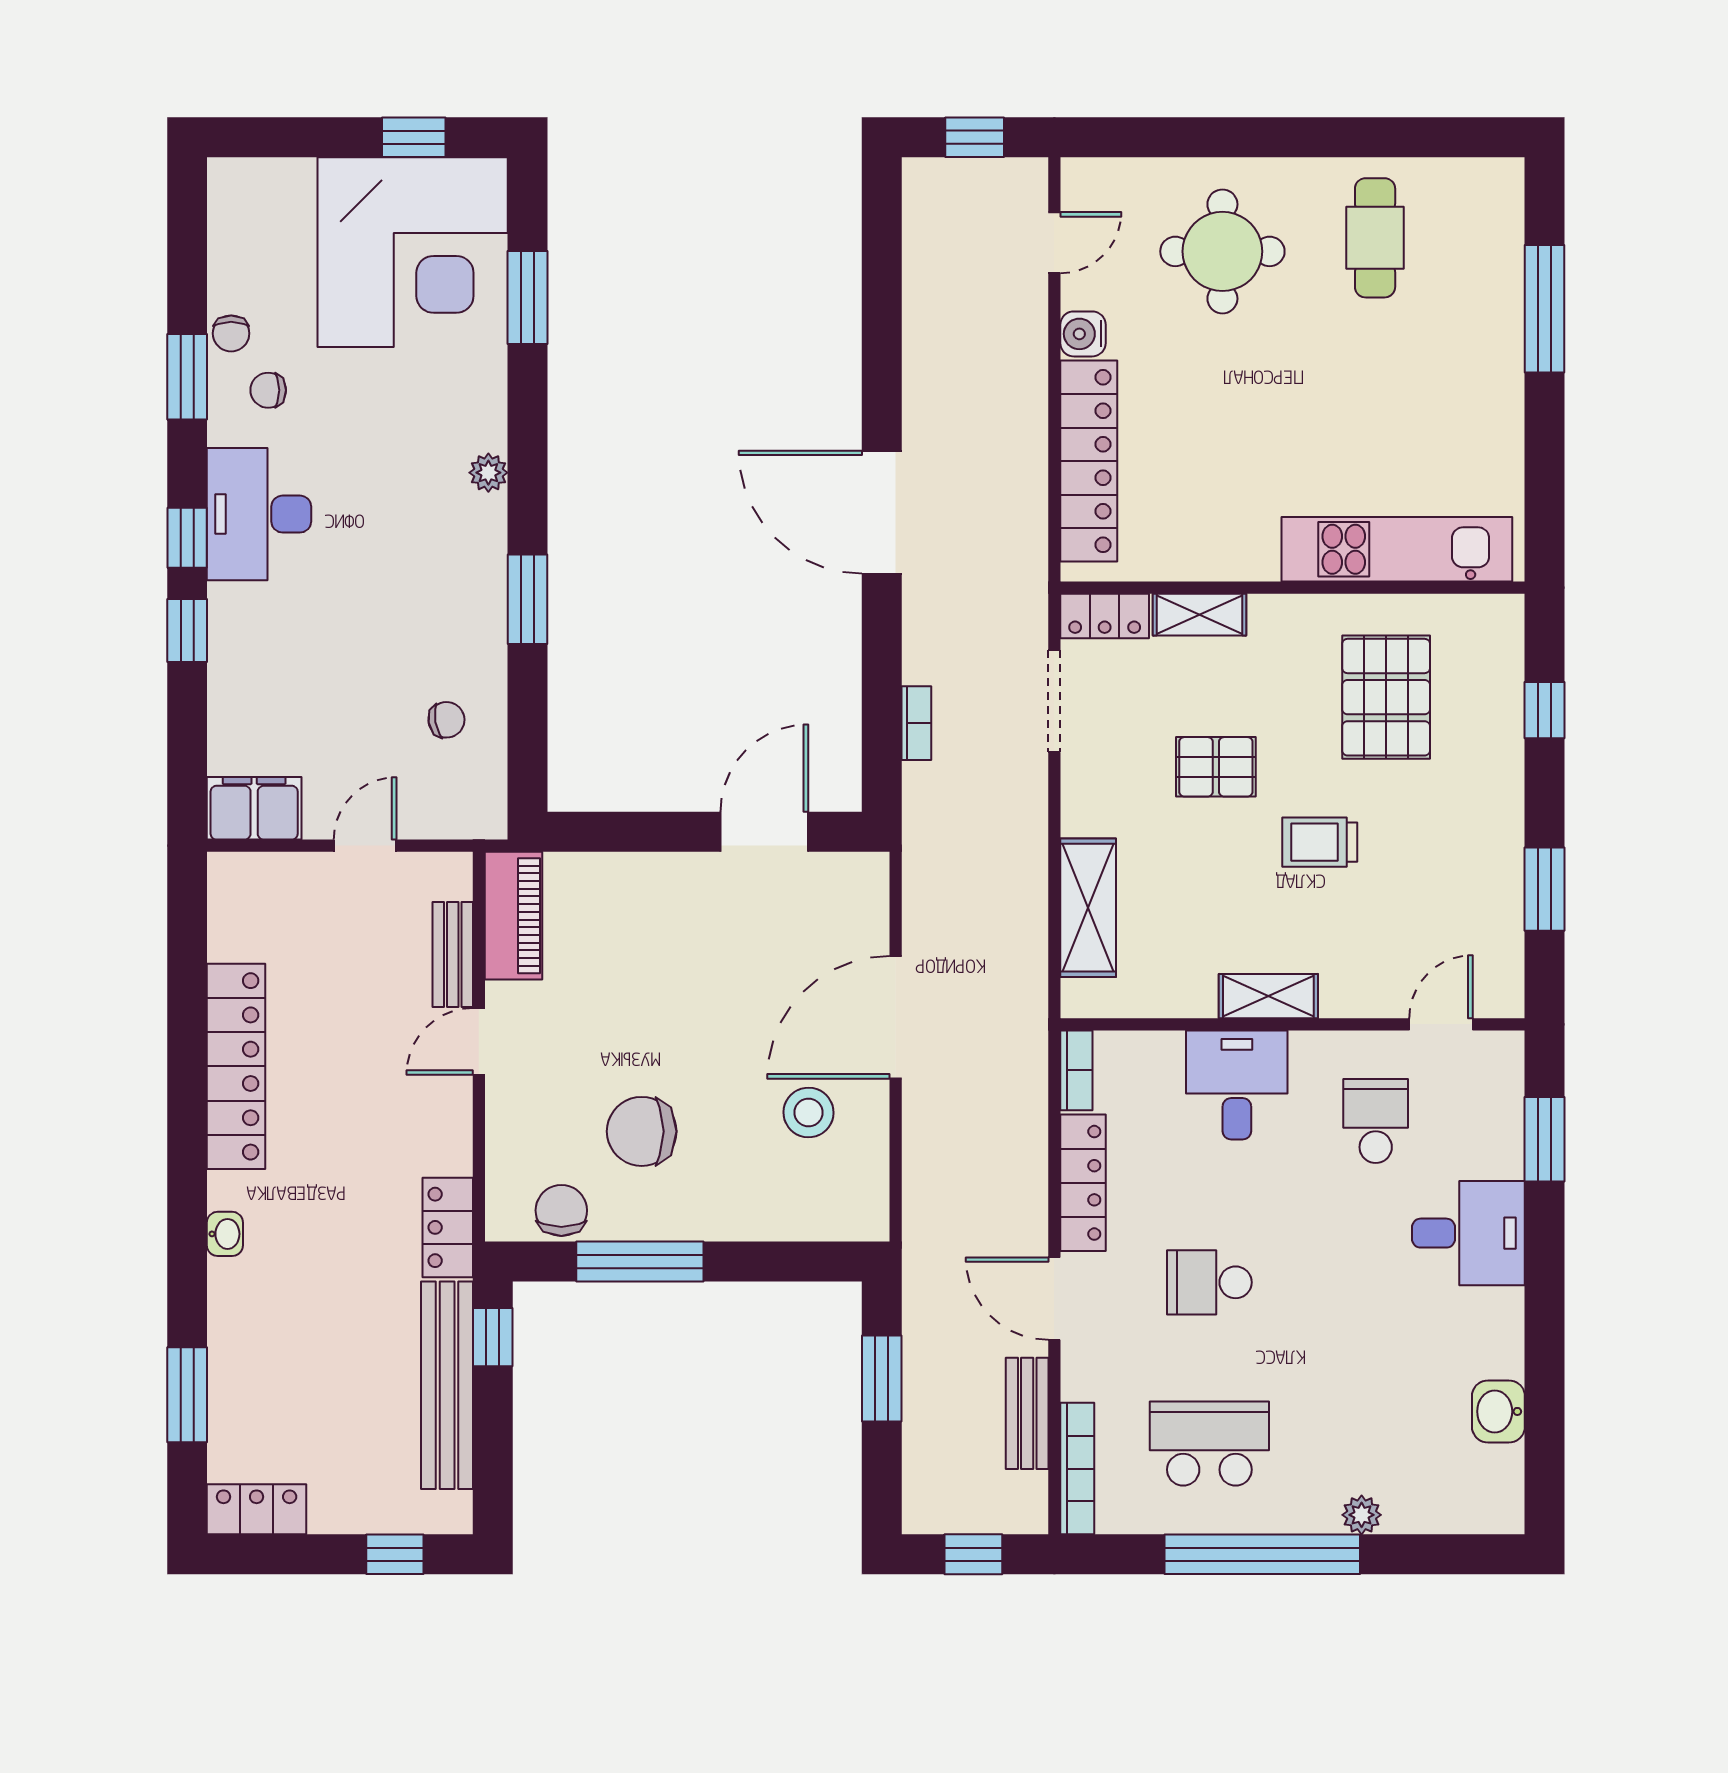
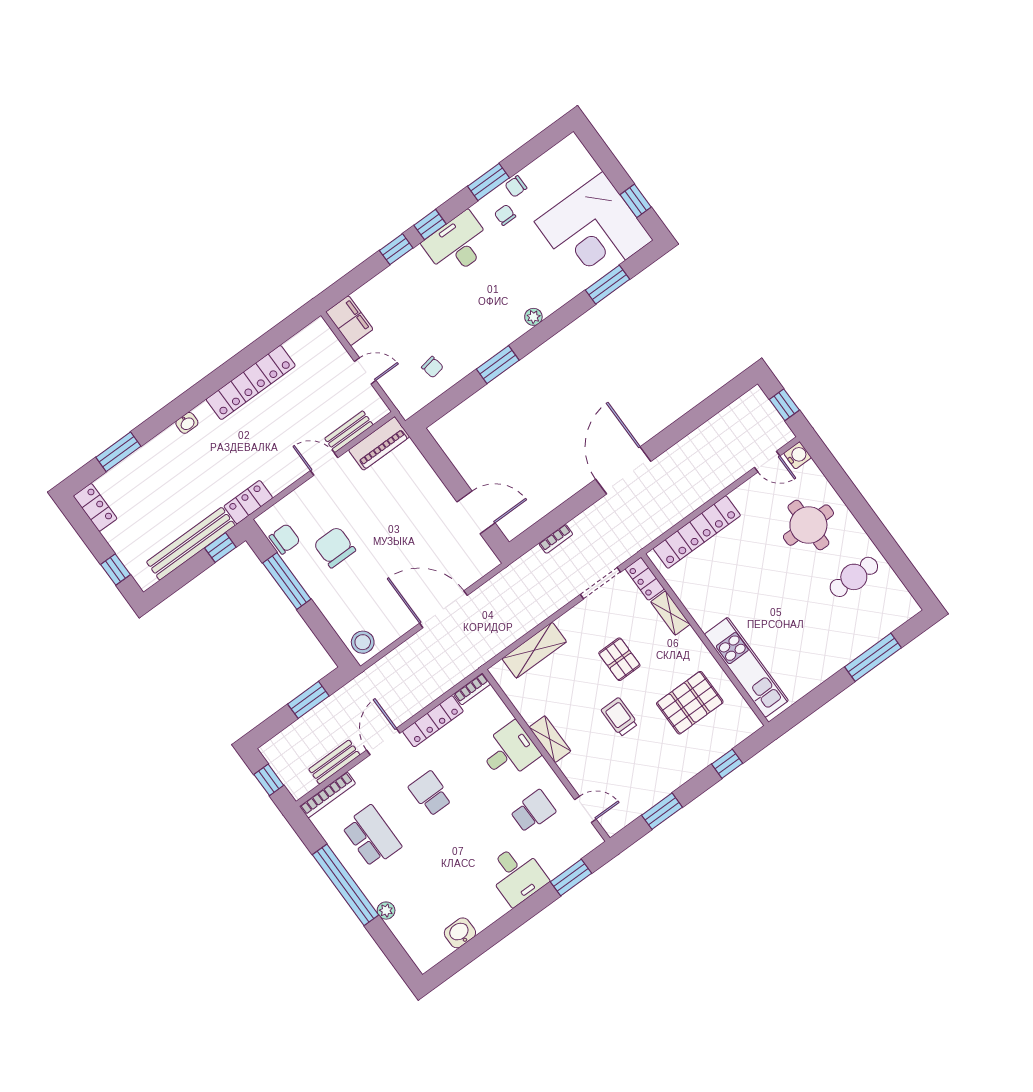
water cooler: (1083, 334) -> (798, 455), moved, turned 90
stool: (809, 1113) -> (363, 642), moved

